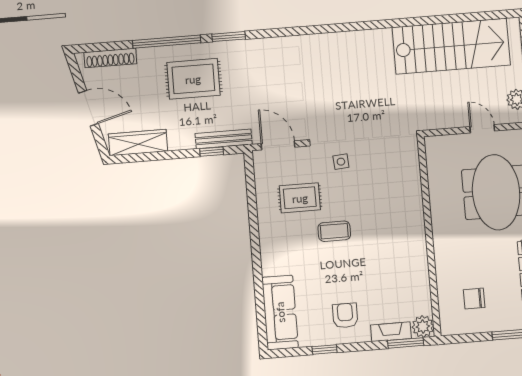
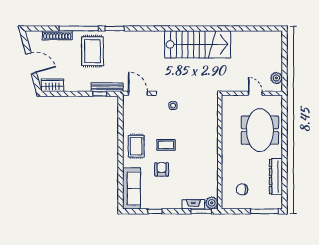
stairs: (451, 46) -> (198, 44), moved
shoe rack: (110, 58) -> (57, 35), moved
rug: (193, 79) -> (93, 51), turned 90
wardrobe: (138, 143) -> (53, 85), width x0.67
rug: (300, 198) -> (136, 146), moved, turned 90
armchair: (345, 315) -> (162, 169), moved

